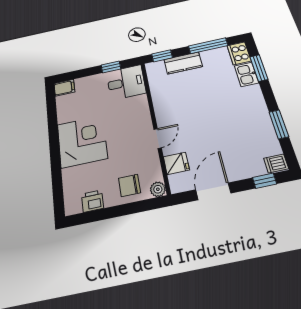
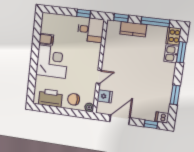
filing cabinet: (64, 88) -> (46, 39), moved
printer: (92, 201) -> (50, 98), width x1.87, depth x1.48

